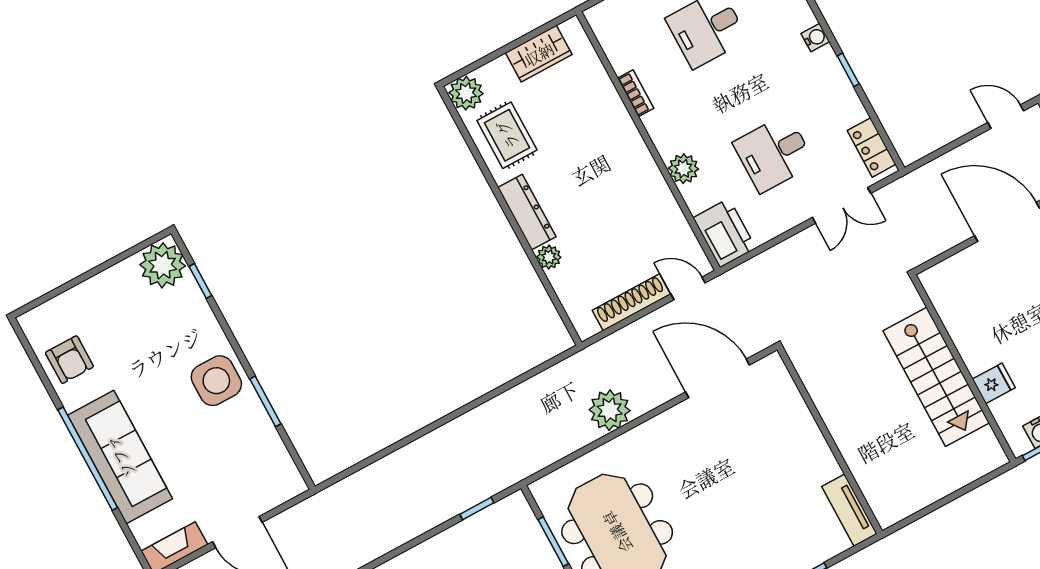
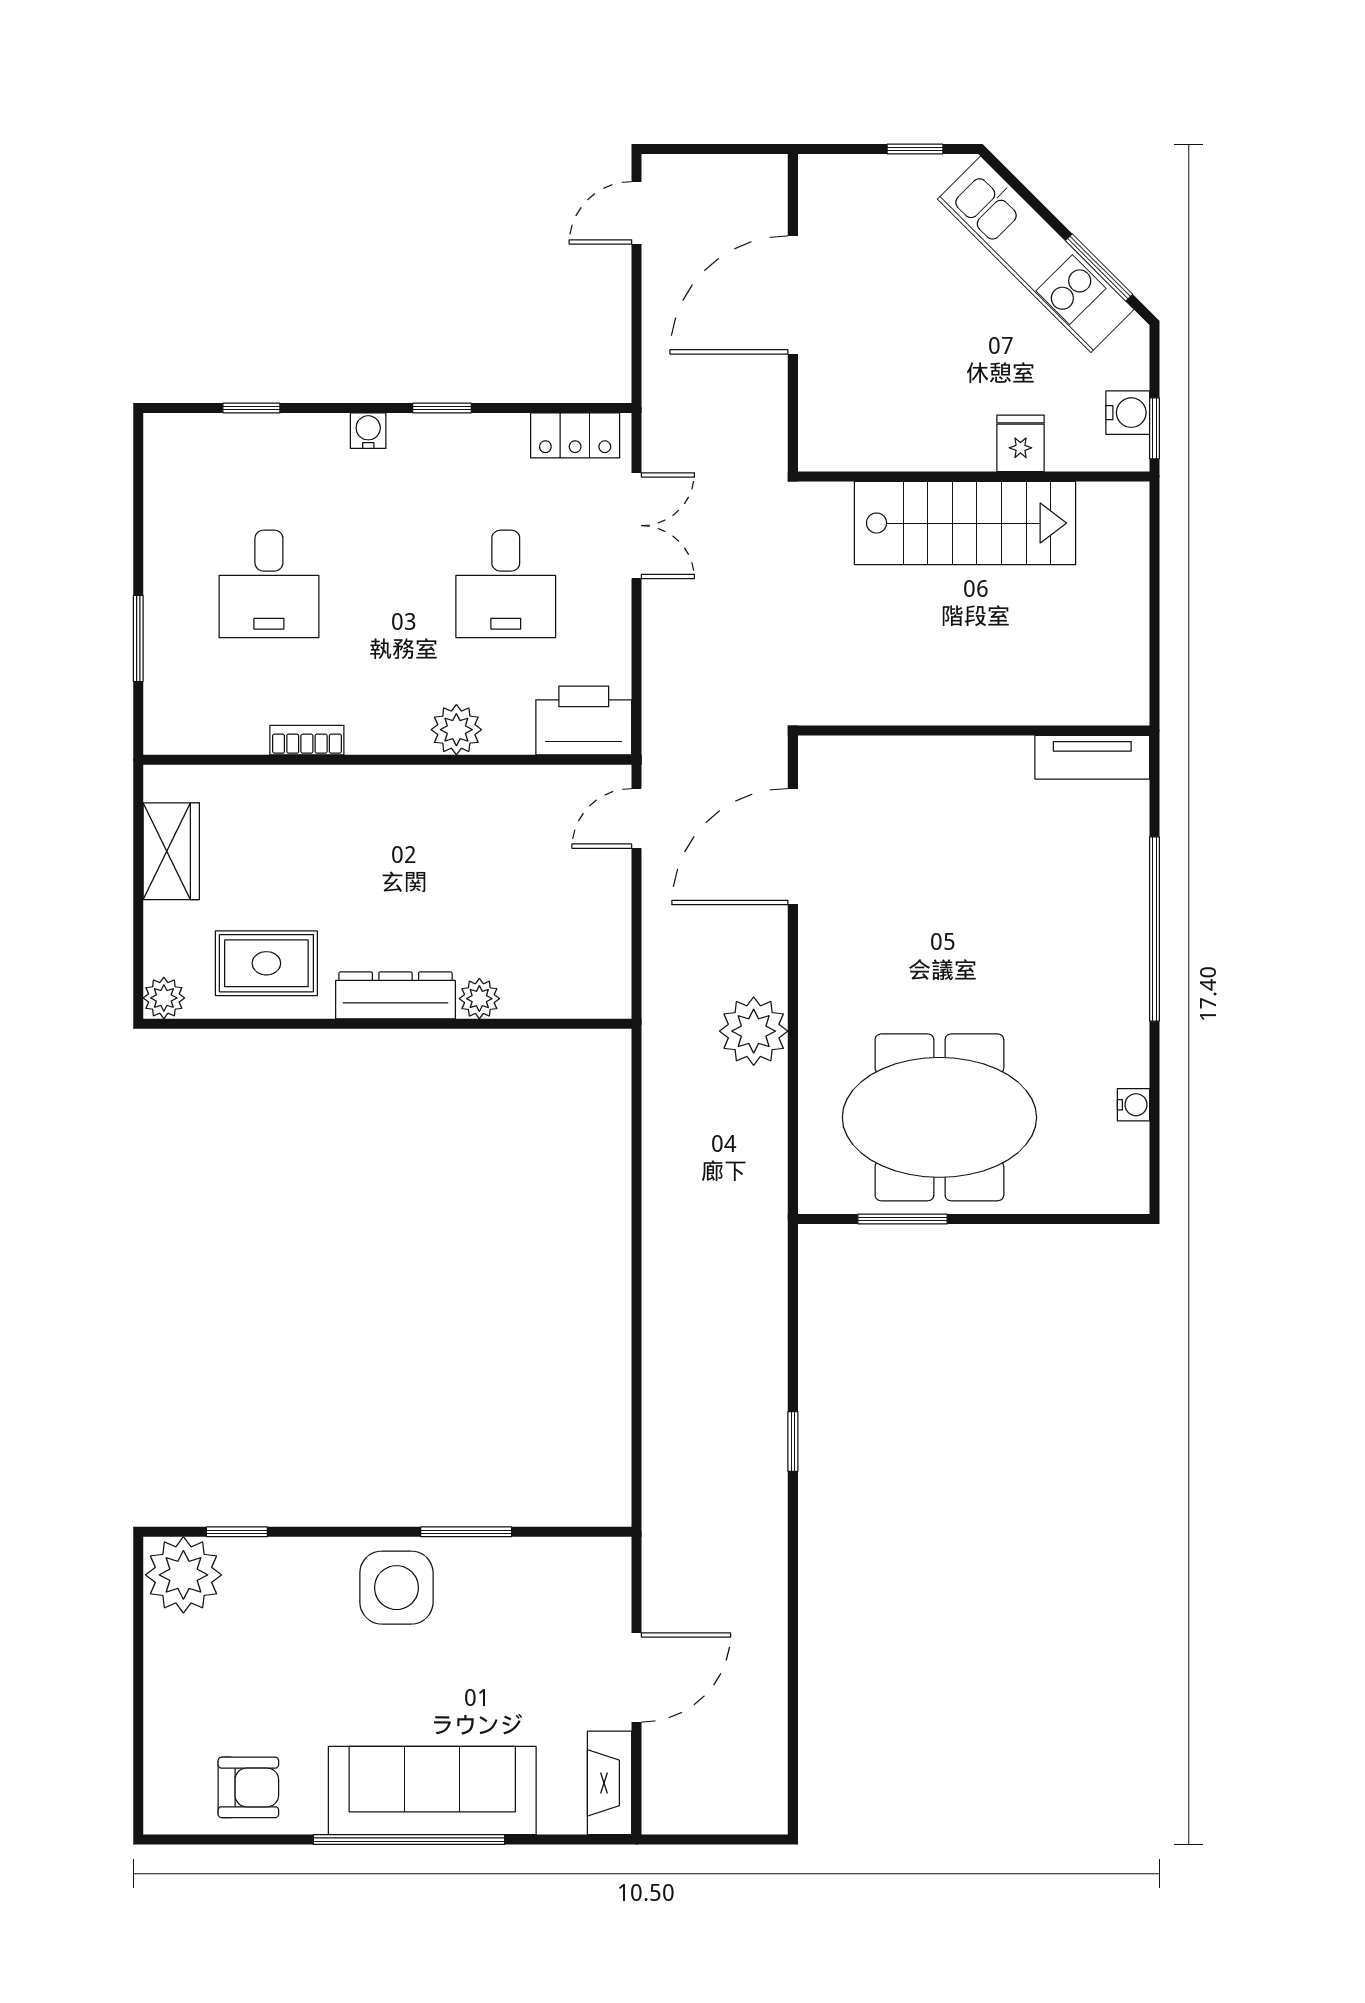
plant: (466, 93) -> (164, 998), width x0.73, depth x0.73
shoe rack: (631, 302) -> (612, 913), removed
window: (477, 509) -> (793, 1441), moved

